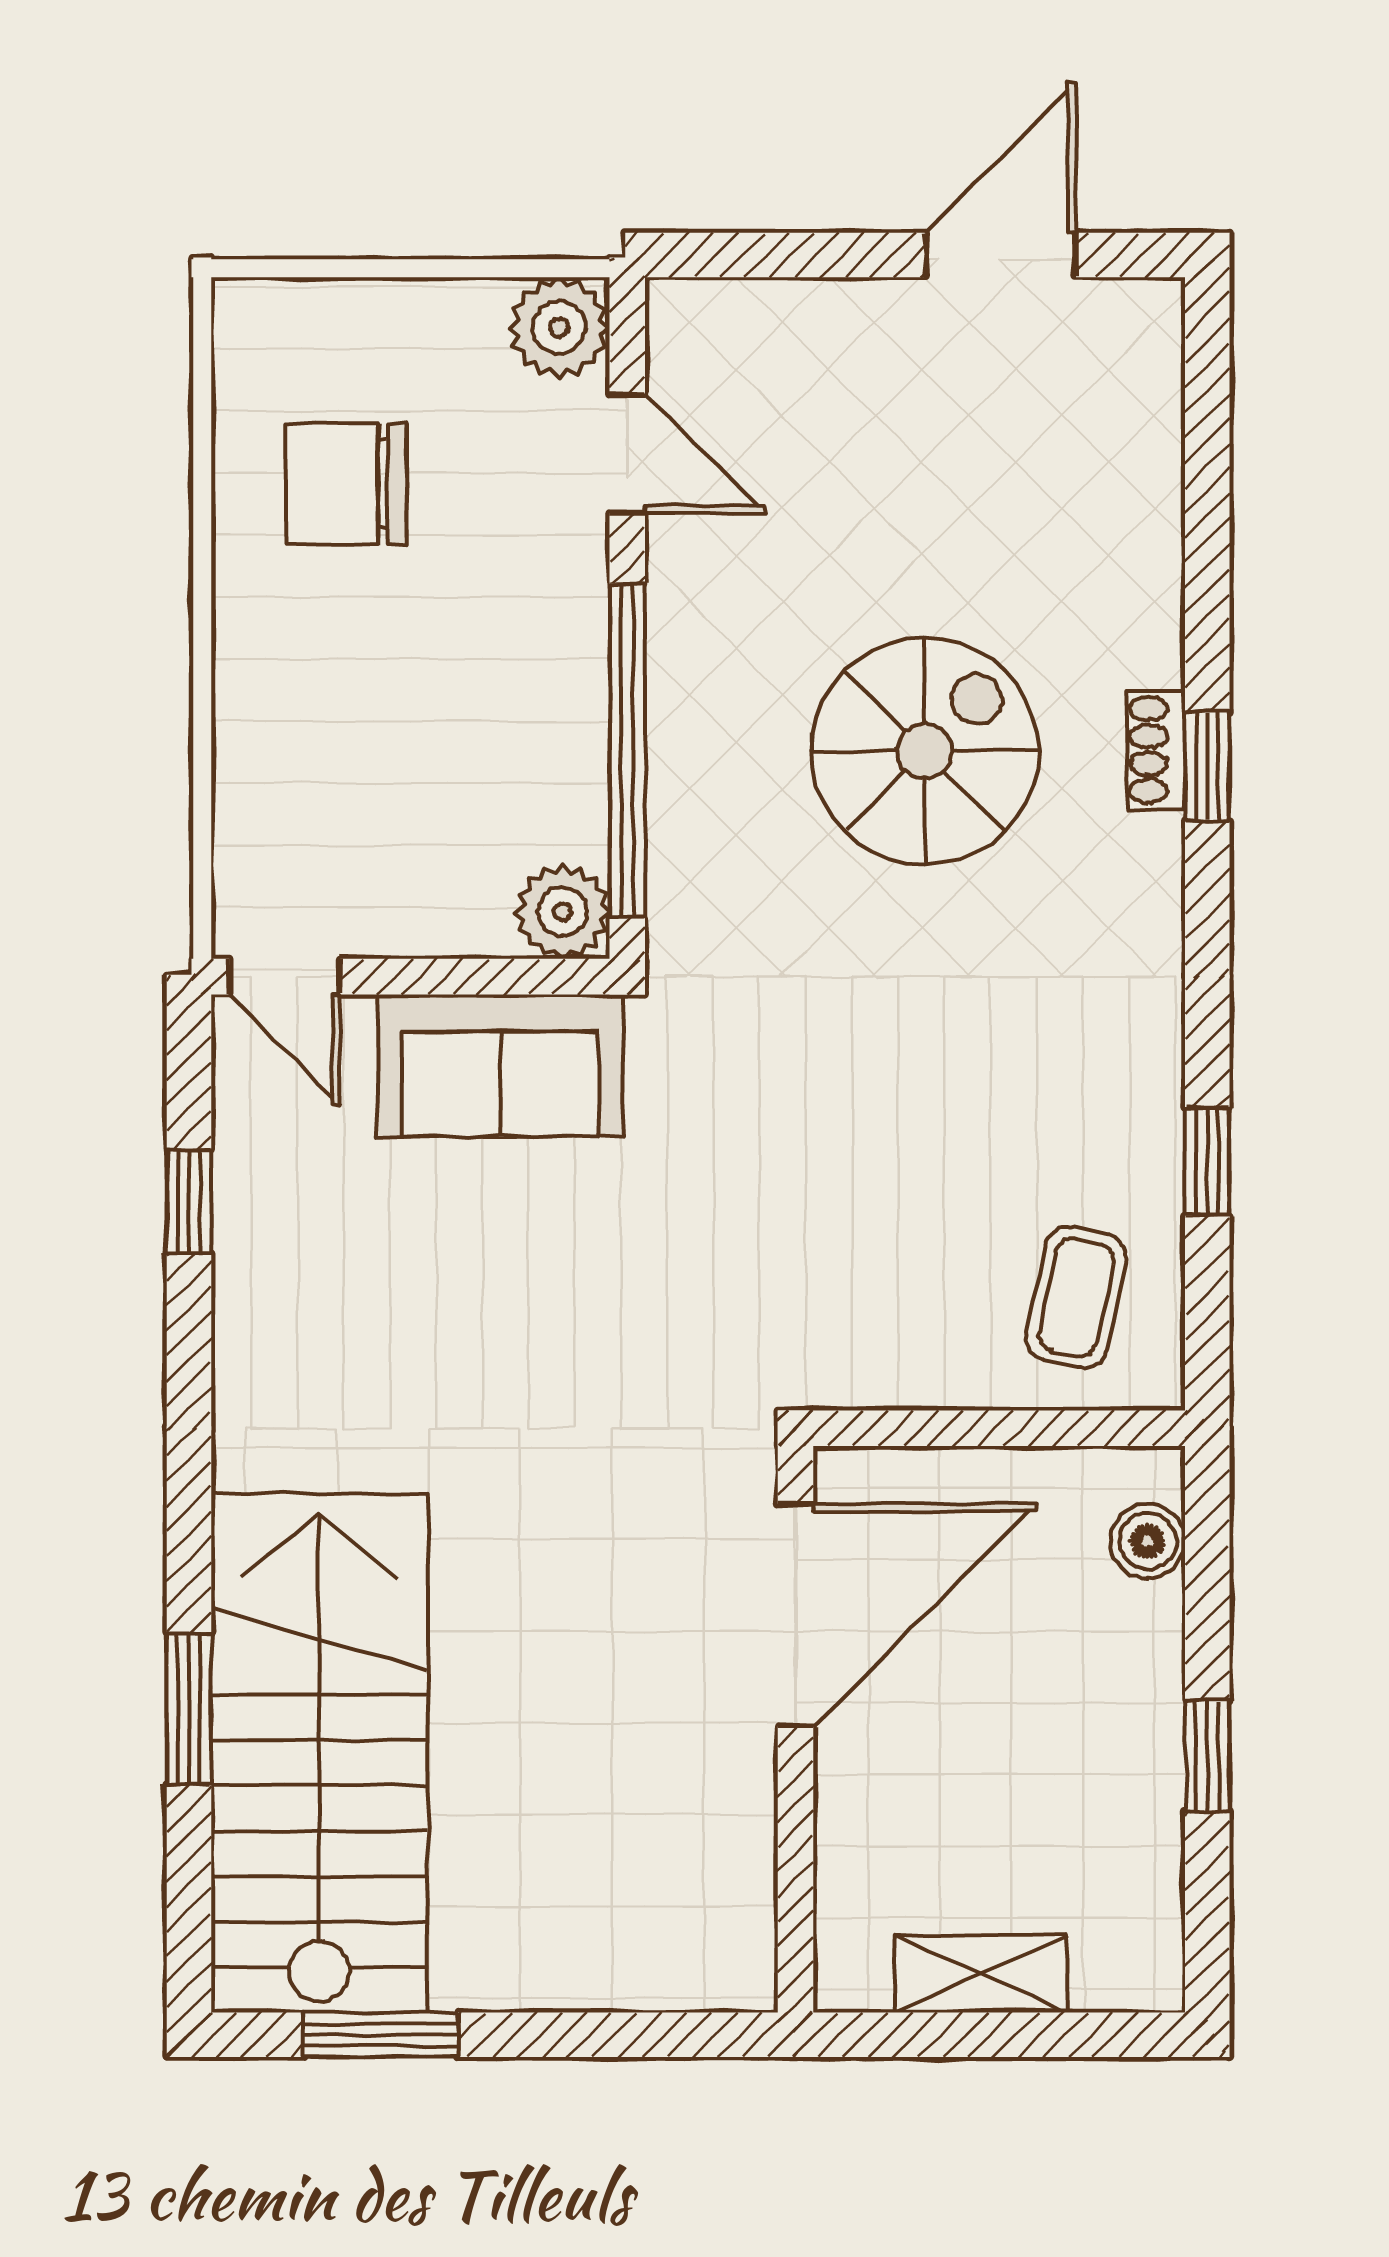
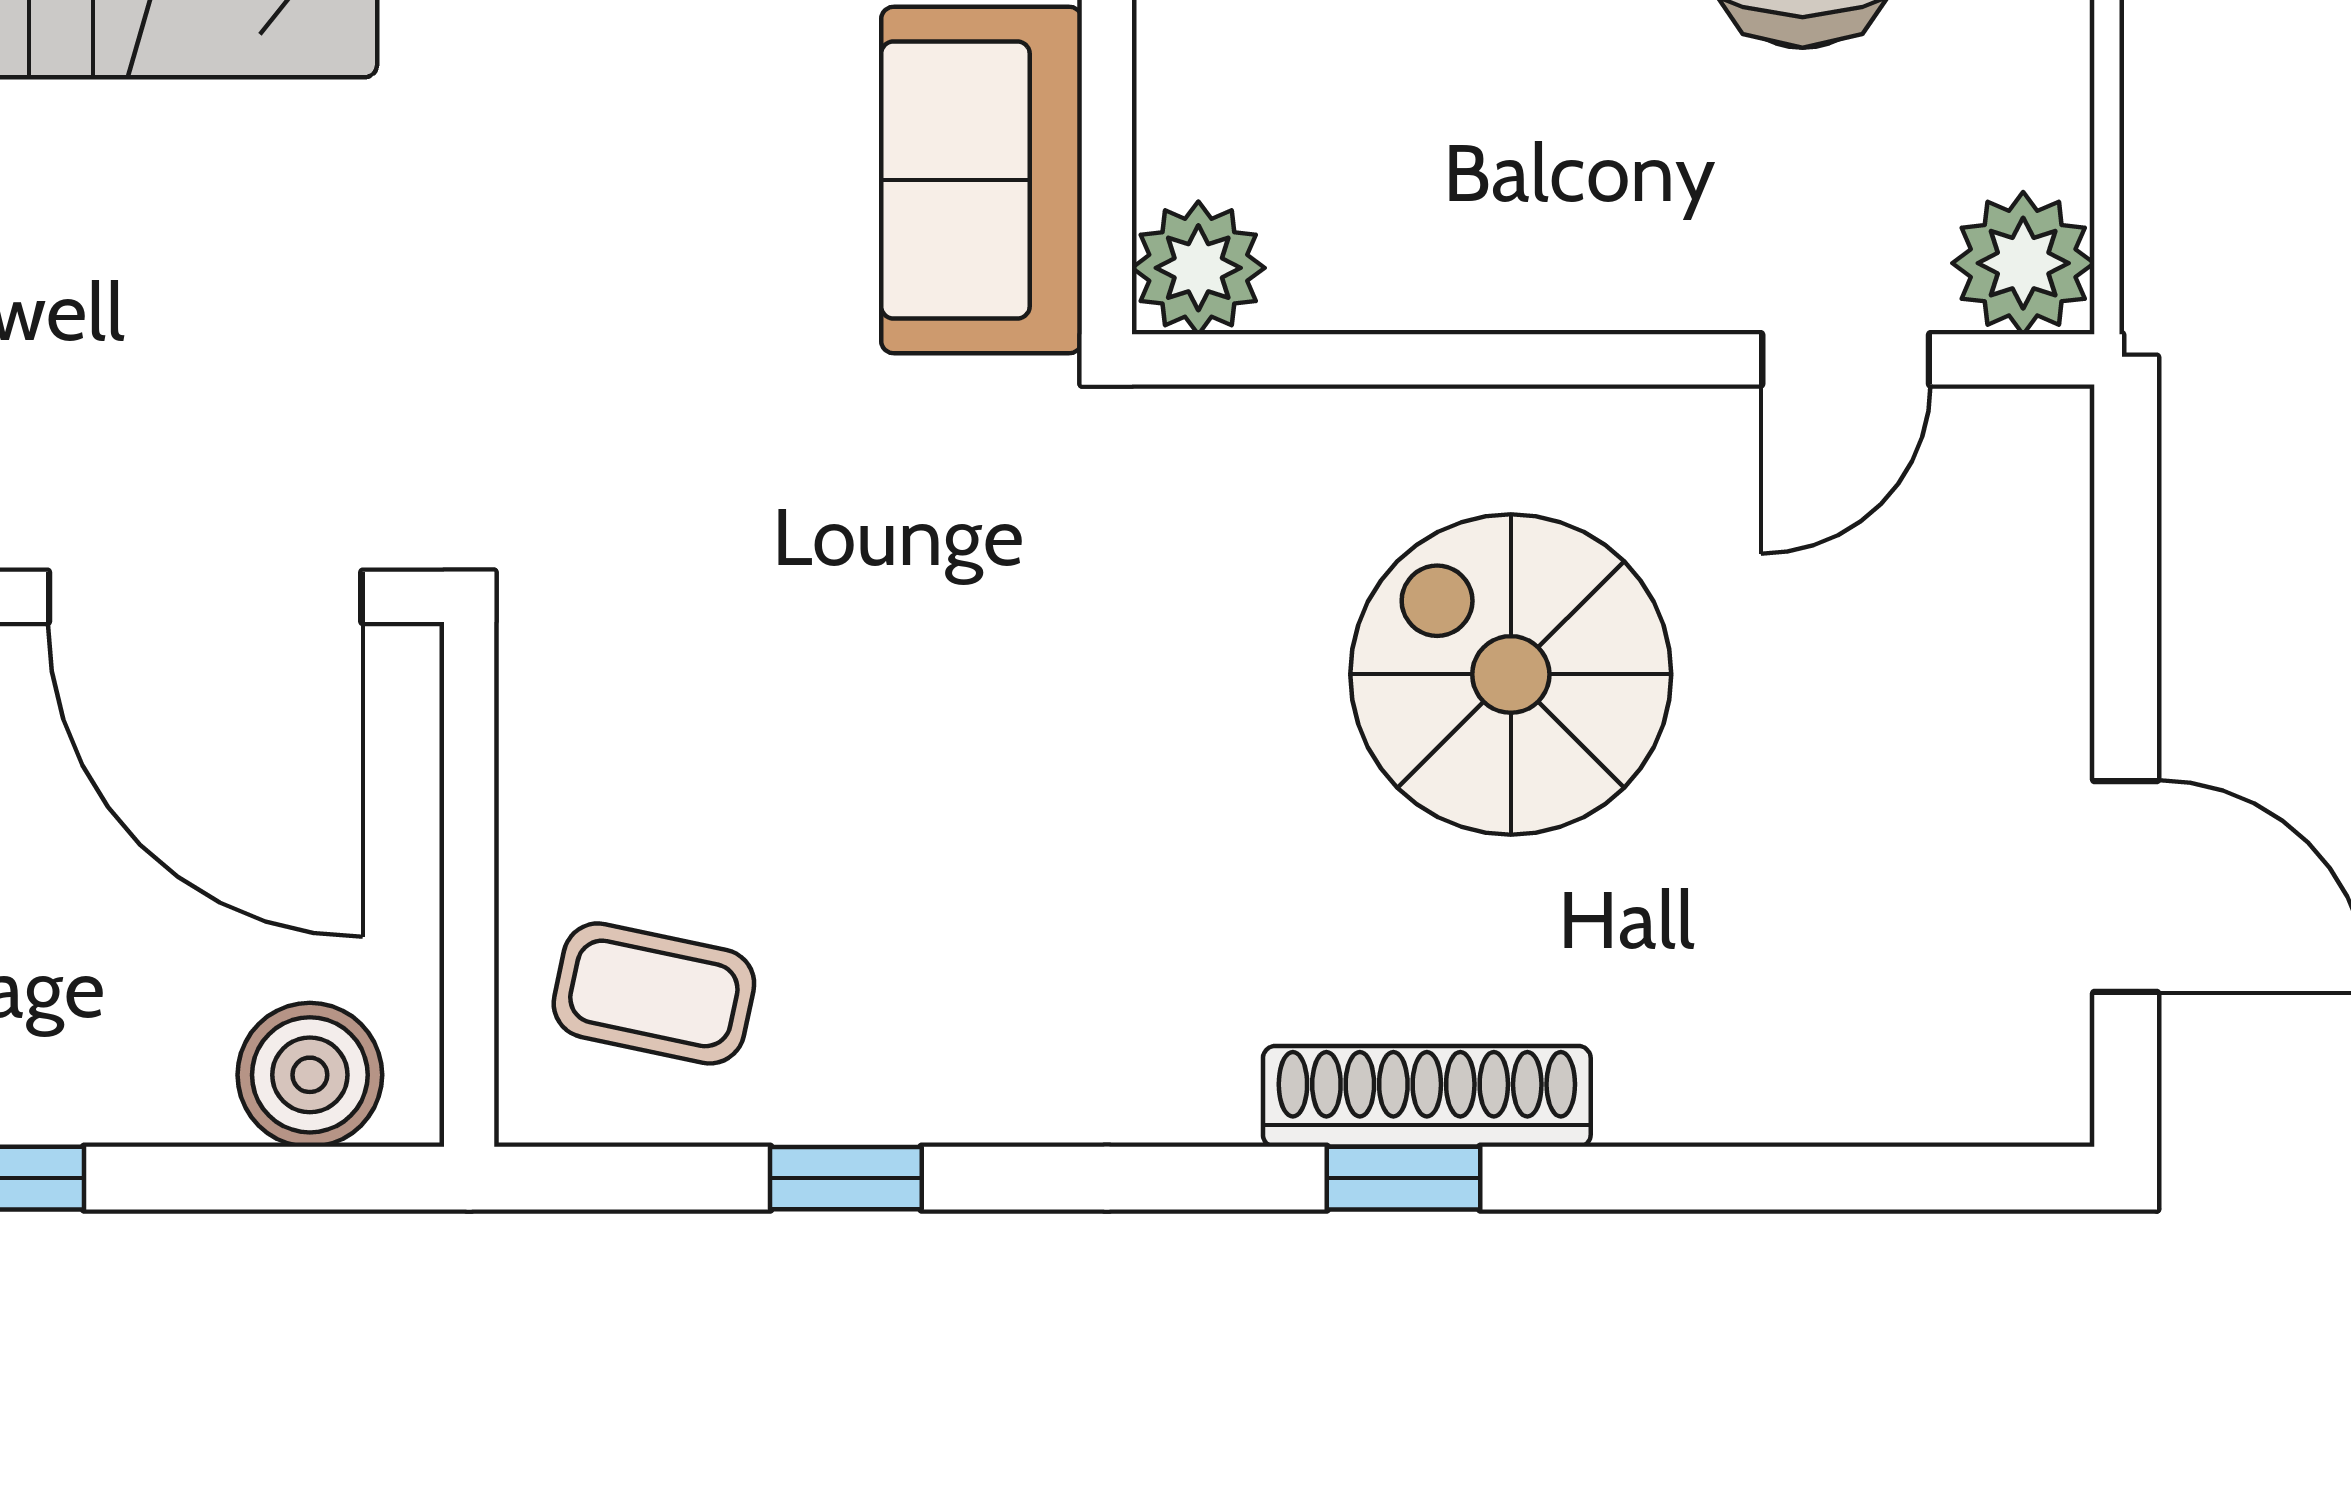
window: (627, 750) -> (1427, 359), removed
shoe rack: (1156, 750) -> (1427, 1096), width x1.94, depth x1.24
spiral stairs: (925, 751) -> (1511, 674), moved, turned 180
boiler: (1148, 1541) -> (310, 1075), width x1.36, depth x1.36

